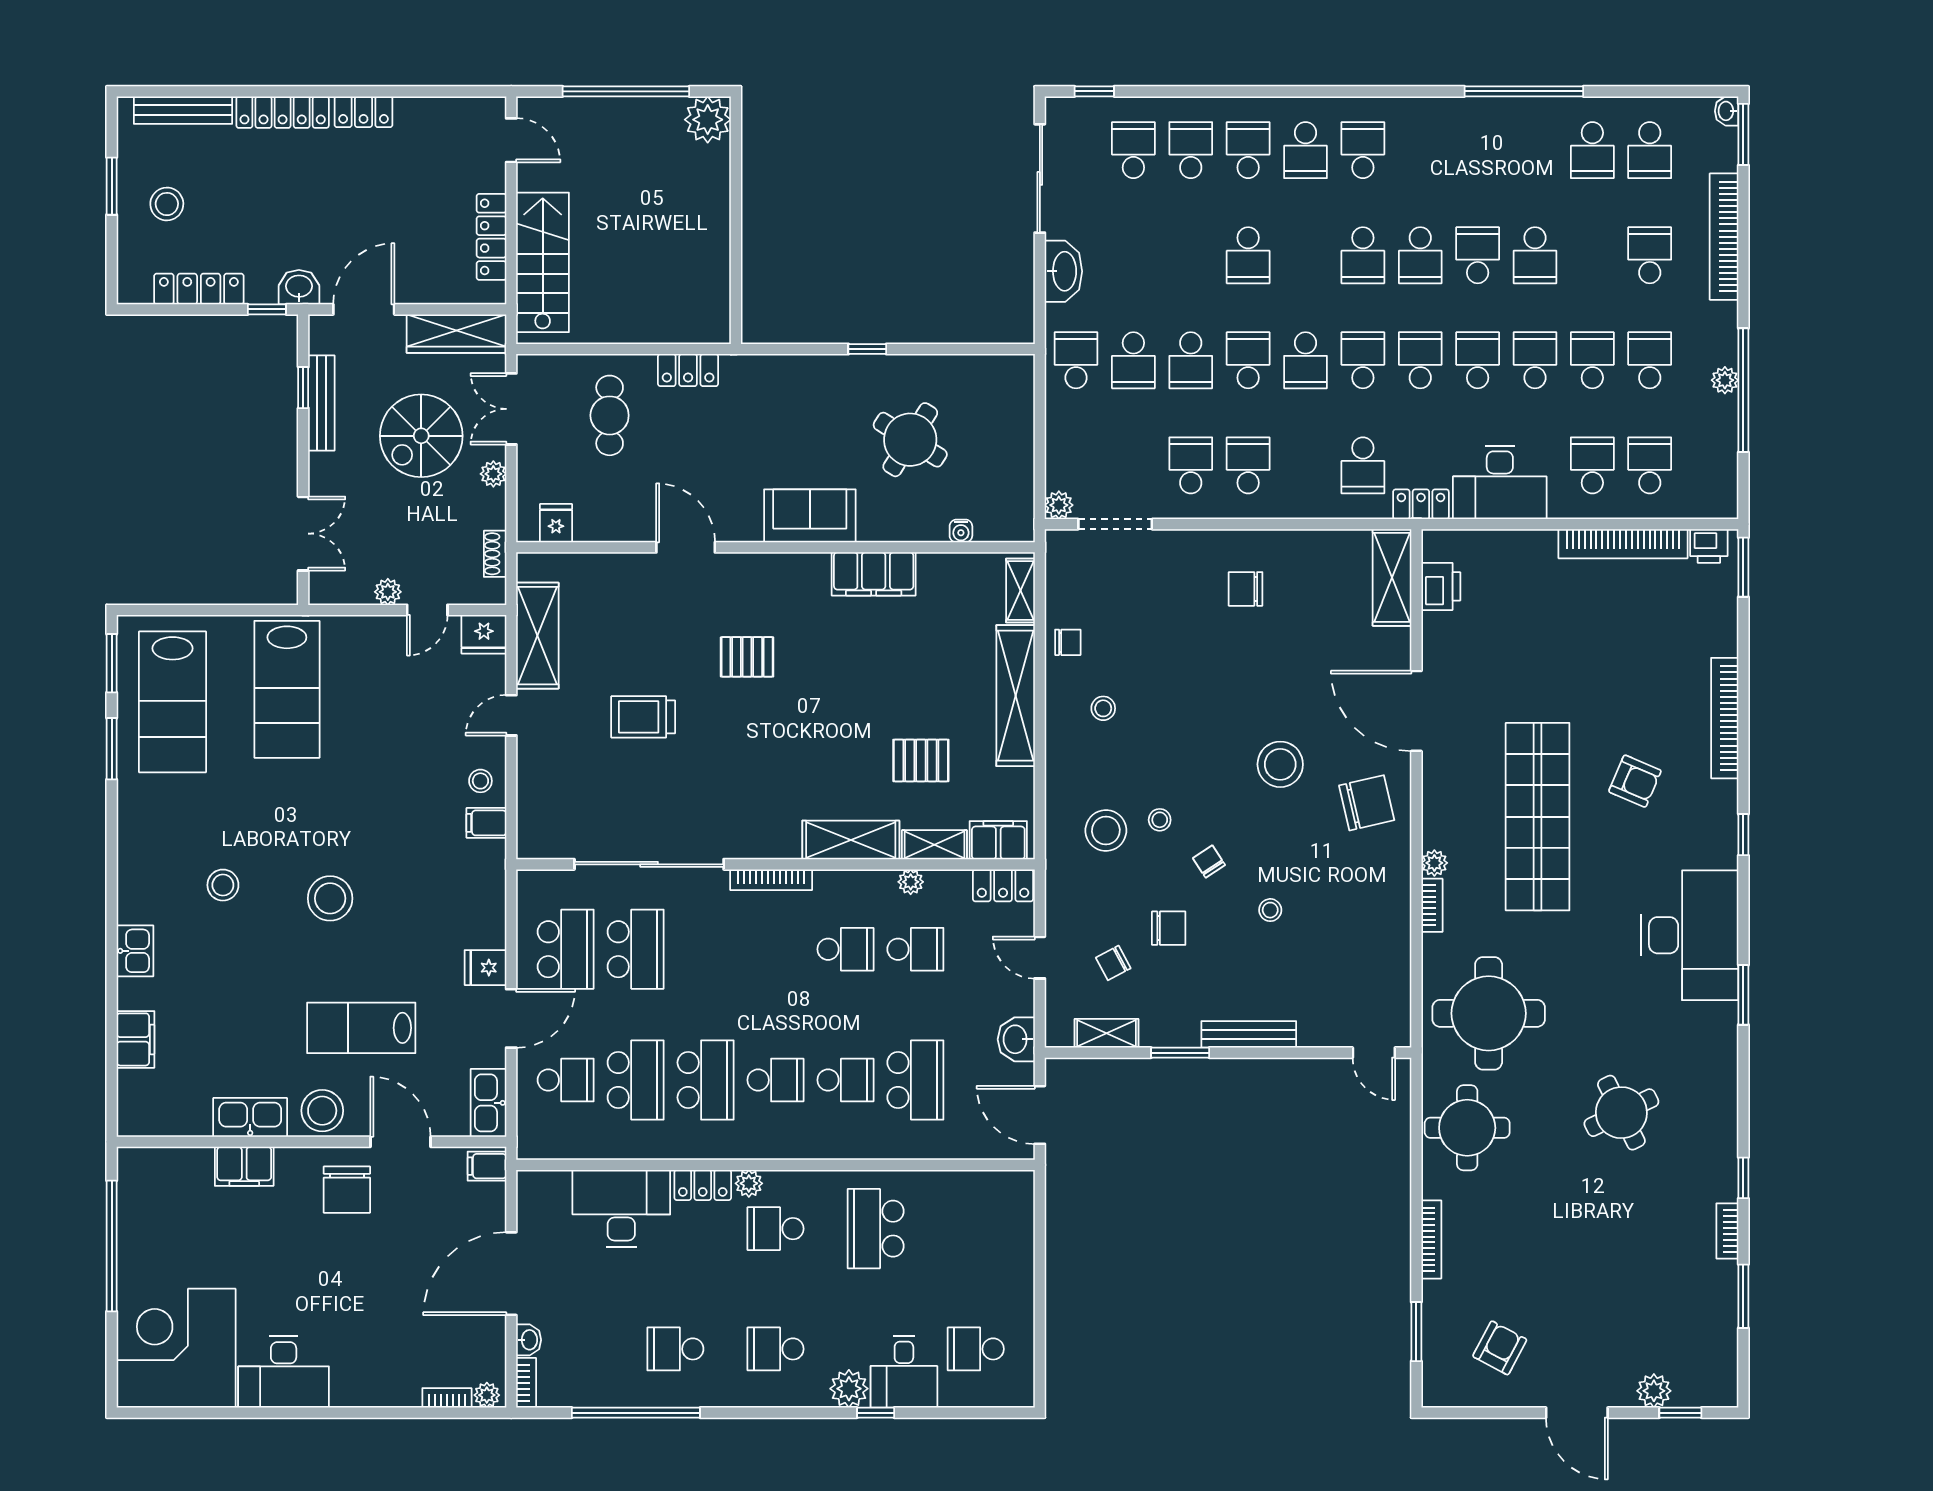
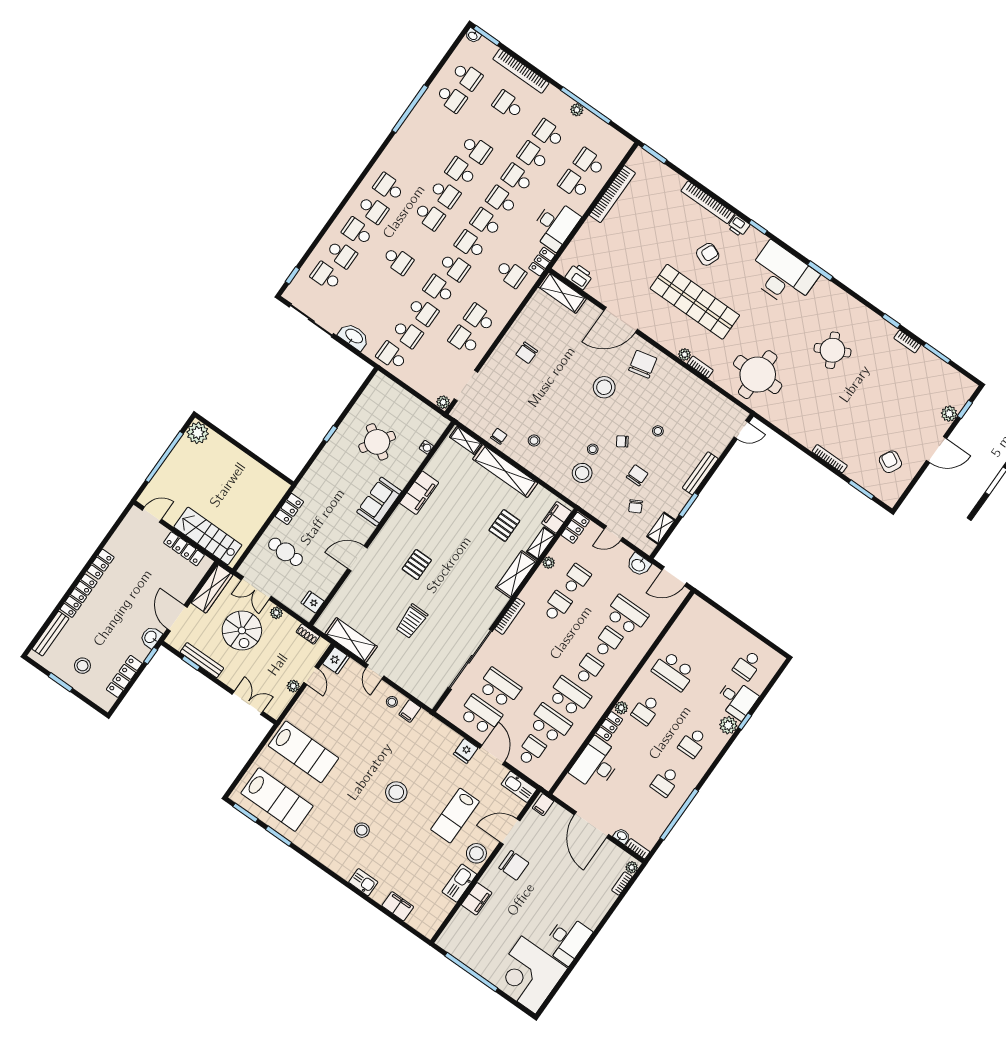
school desk: (1191, 150) -> (342, 254), turned 180
printer: (1709, 546) -> (738, 226), moved, turned 90
round table: (1467, 1128) -> (796, 414), removed

